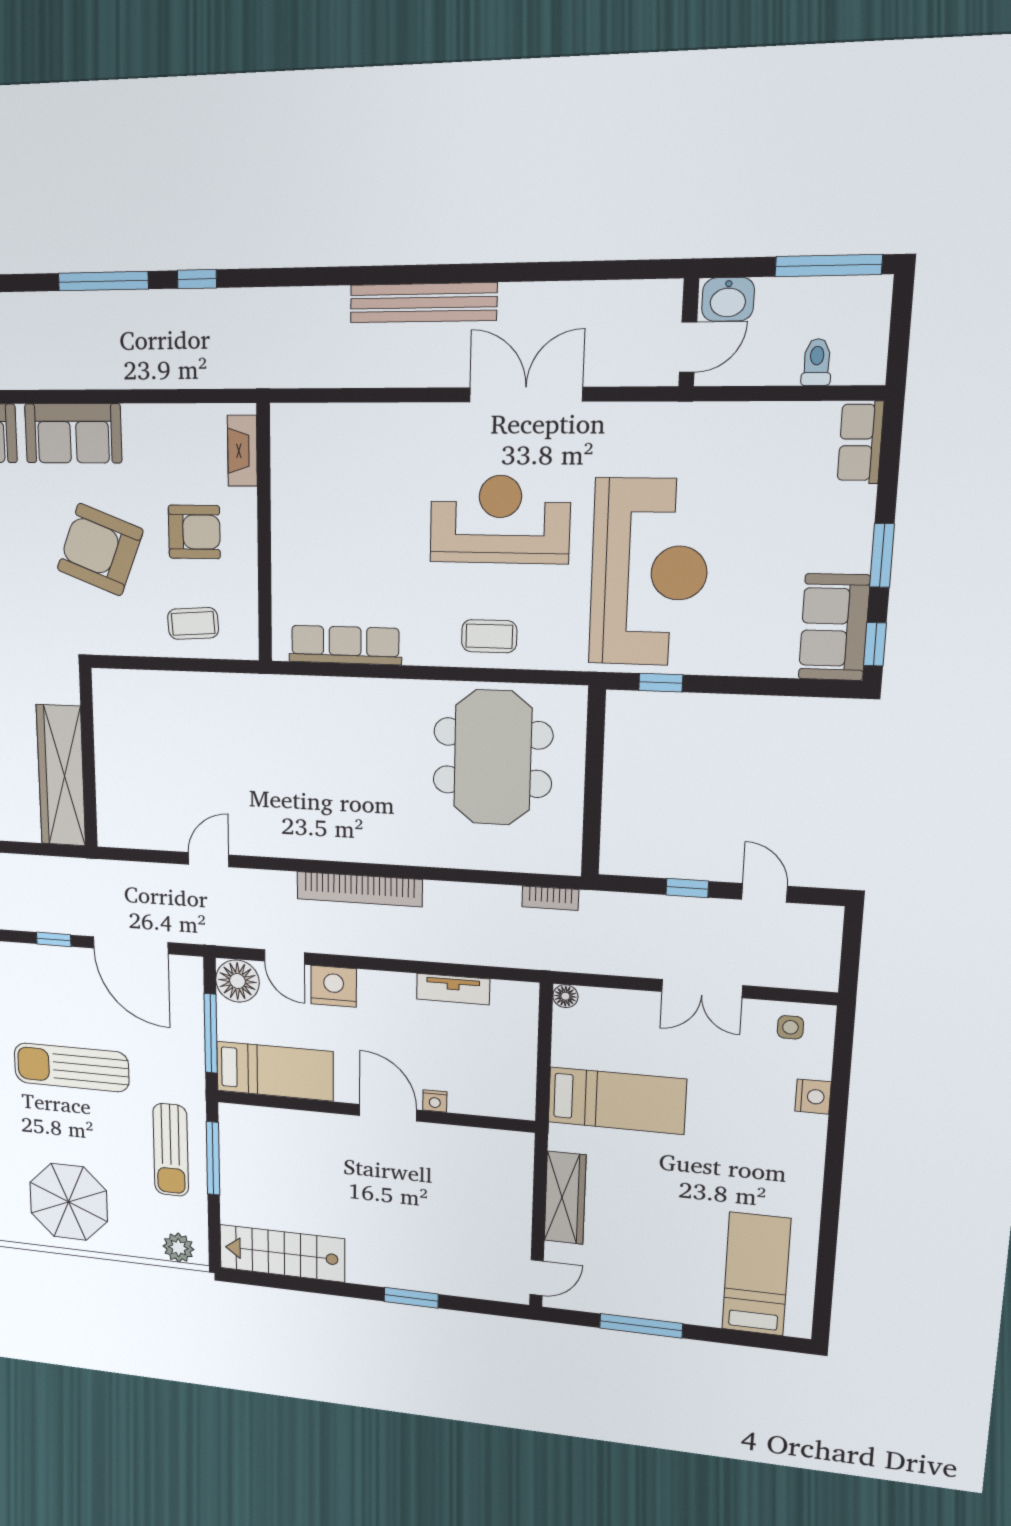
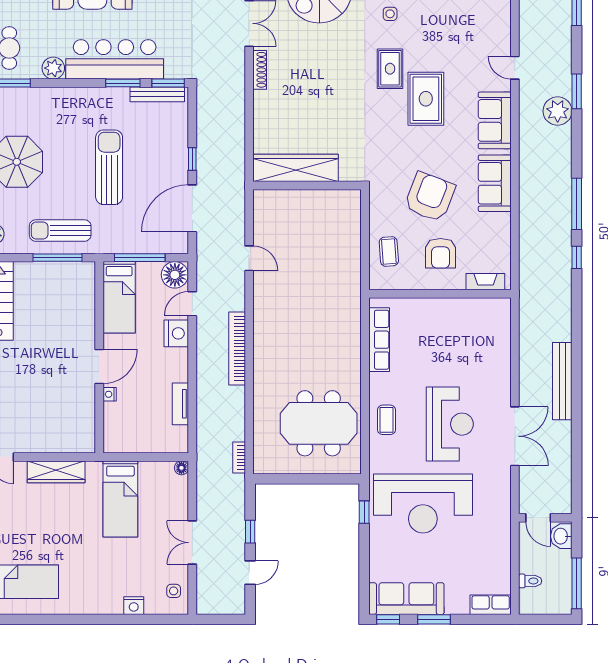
sofa: (834, 627) -> (406, 599), width x1.36

